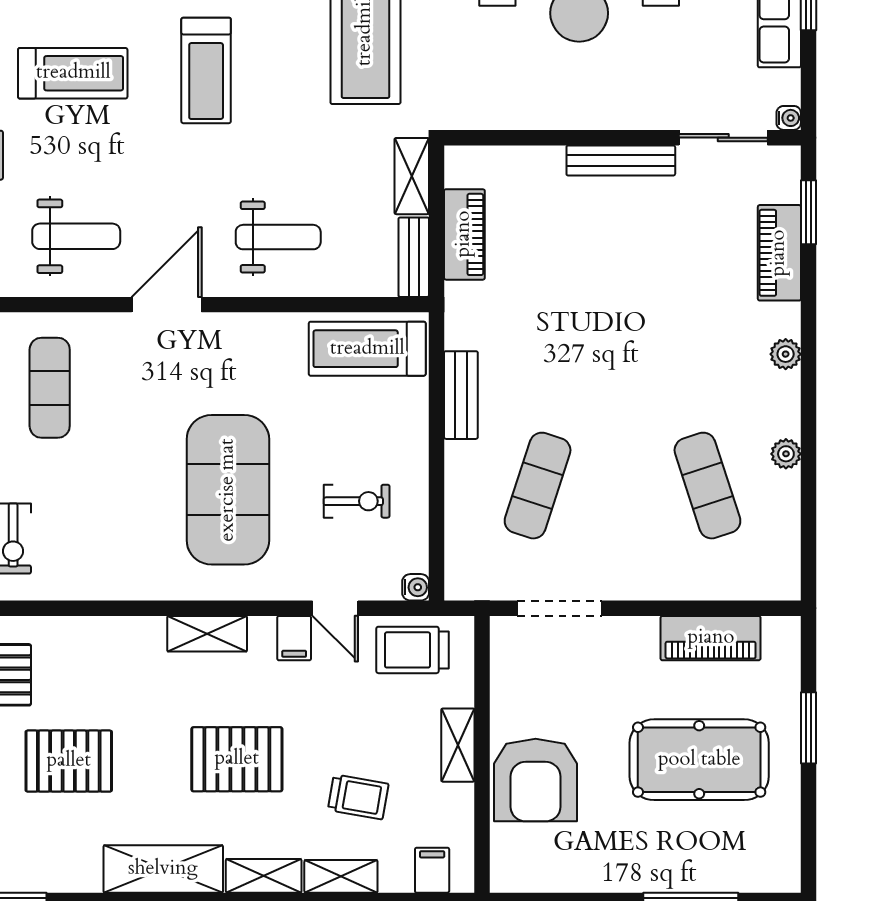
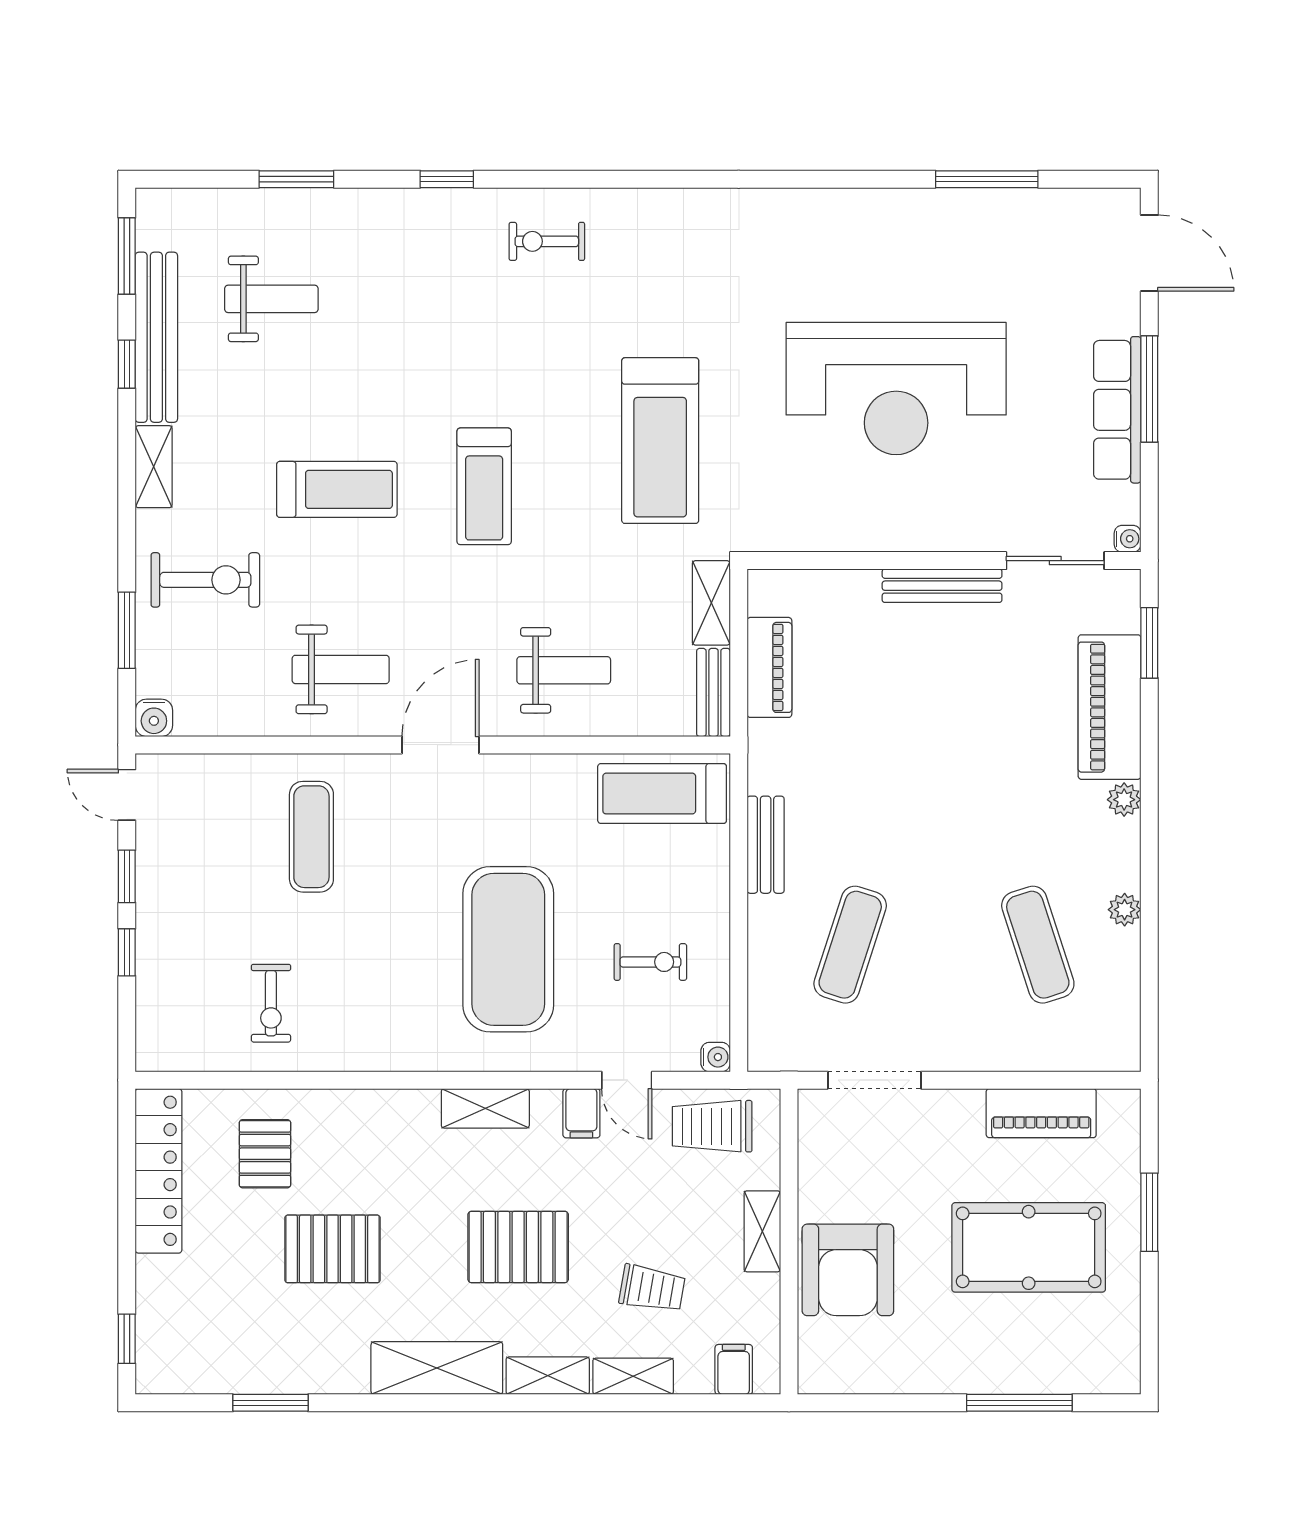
piano: (779, 253) -> (1110, 707), width x1.37, depth x1.33

